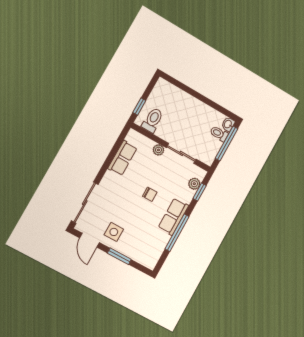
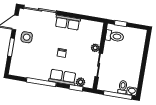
row of seats: (123, 158) -> (68, 23), moved
row of seats: (173, 217) -> (63, 77), moved

